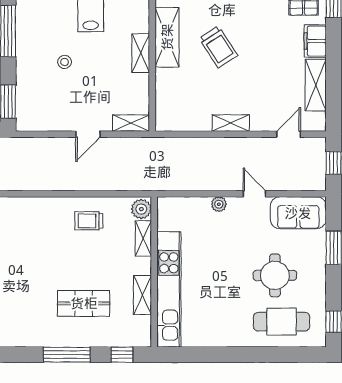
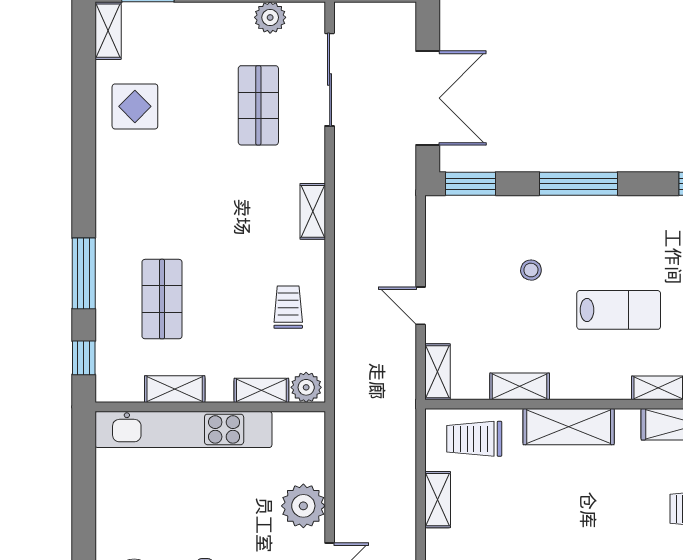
trolley: (218, 47) -> (474, 439), moved, turned 33
shelving: (141, 53) -> (520, 386), moved
shelving: (231, 123) -> (438, 500), moved
plant: (219, 204) -> (303, 506), width x1.88, depth x1.88
shelving: (26, 205) -> (313, 211), added

